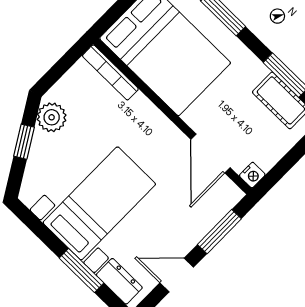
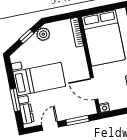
door: (210, 154) -> (94, 89), hinge flipped
door: (177, 275) -> (50, 126), hinge flipped

